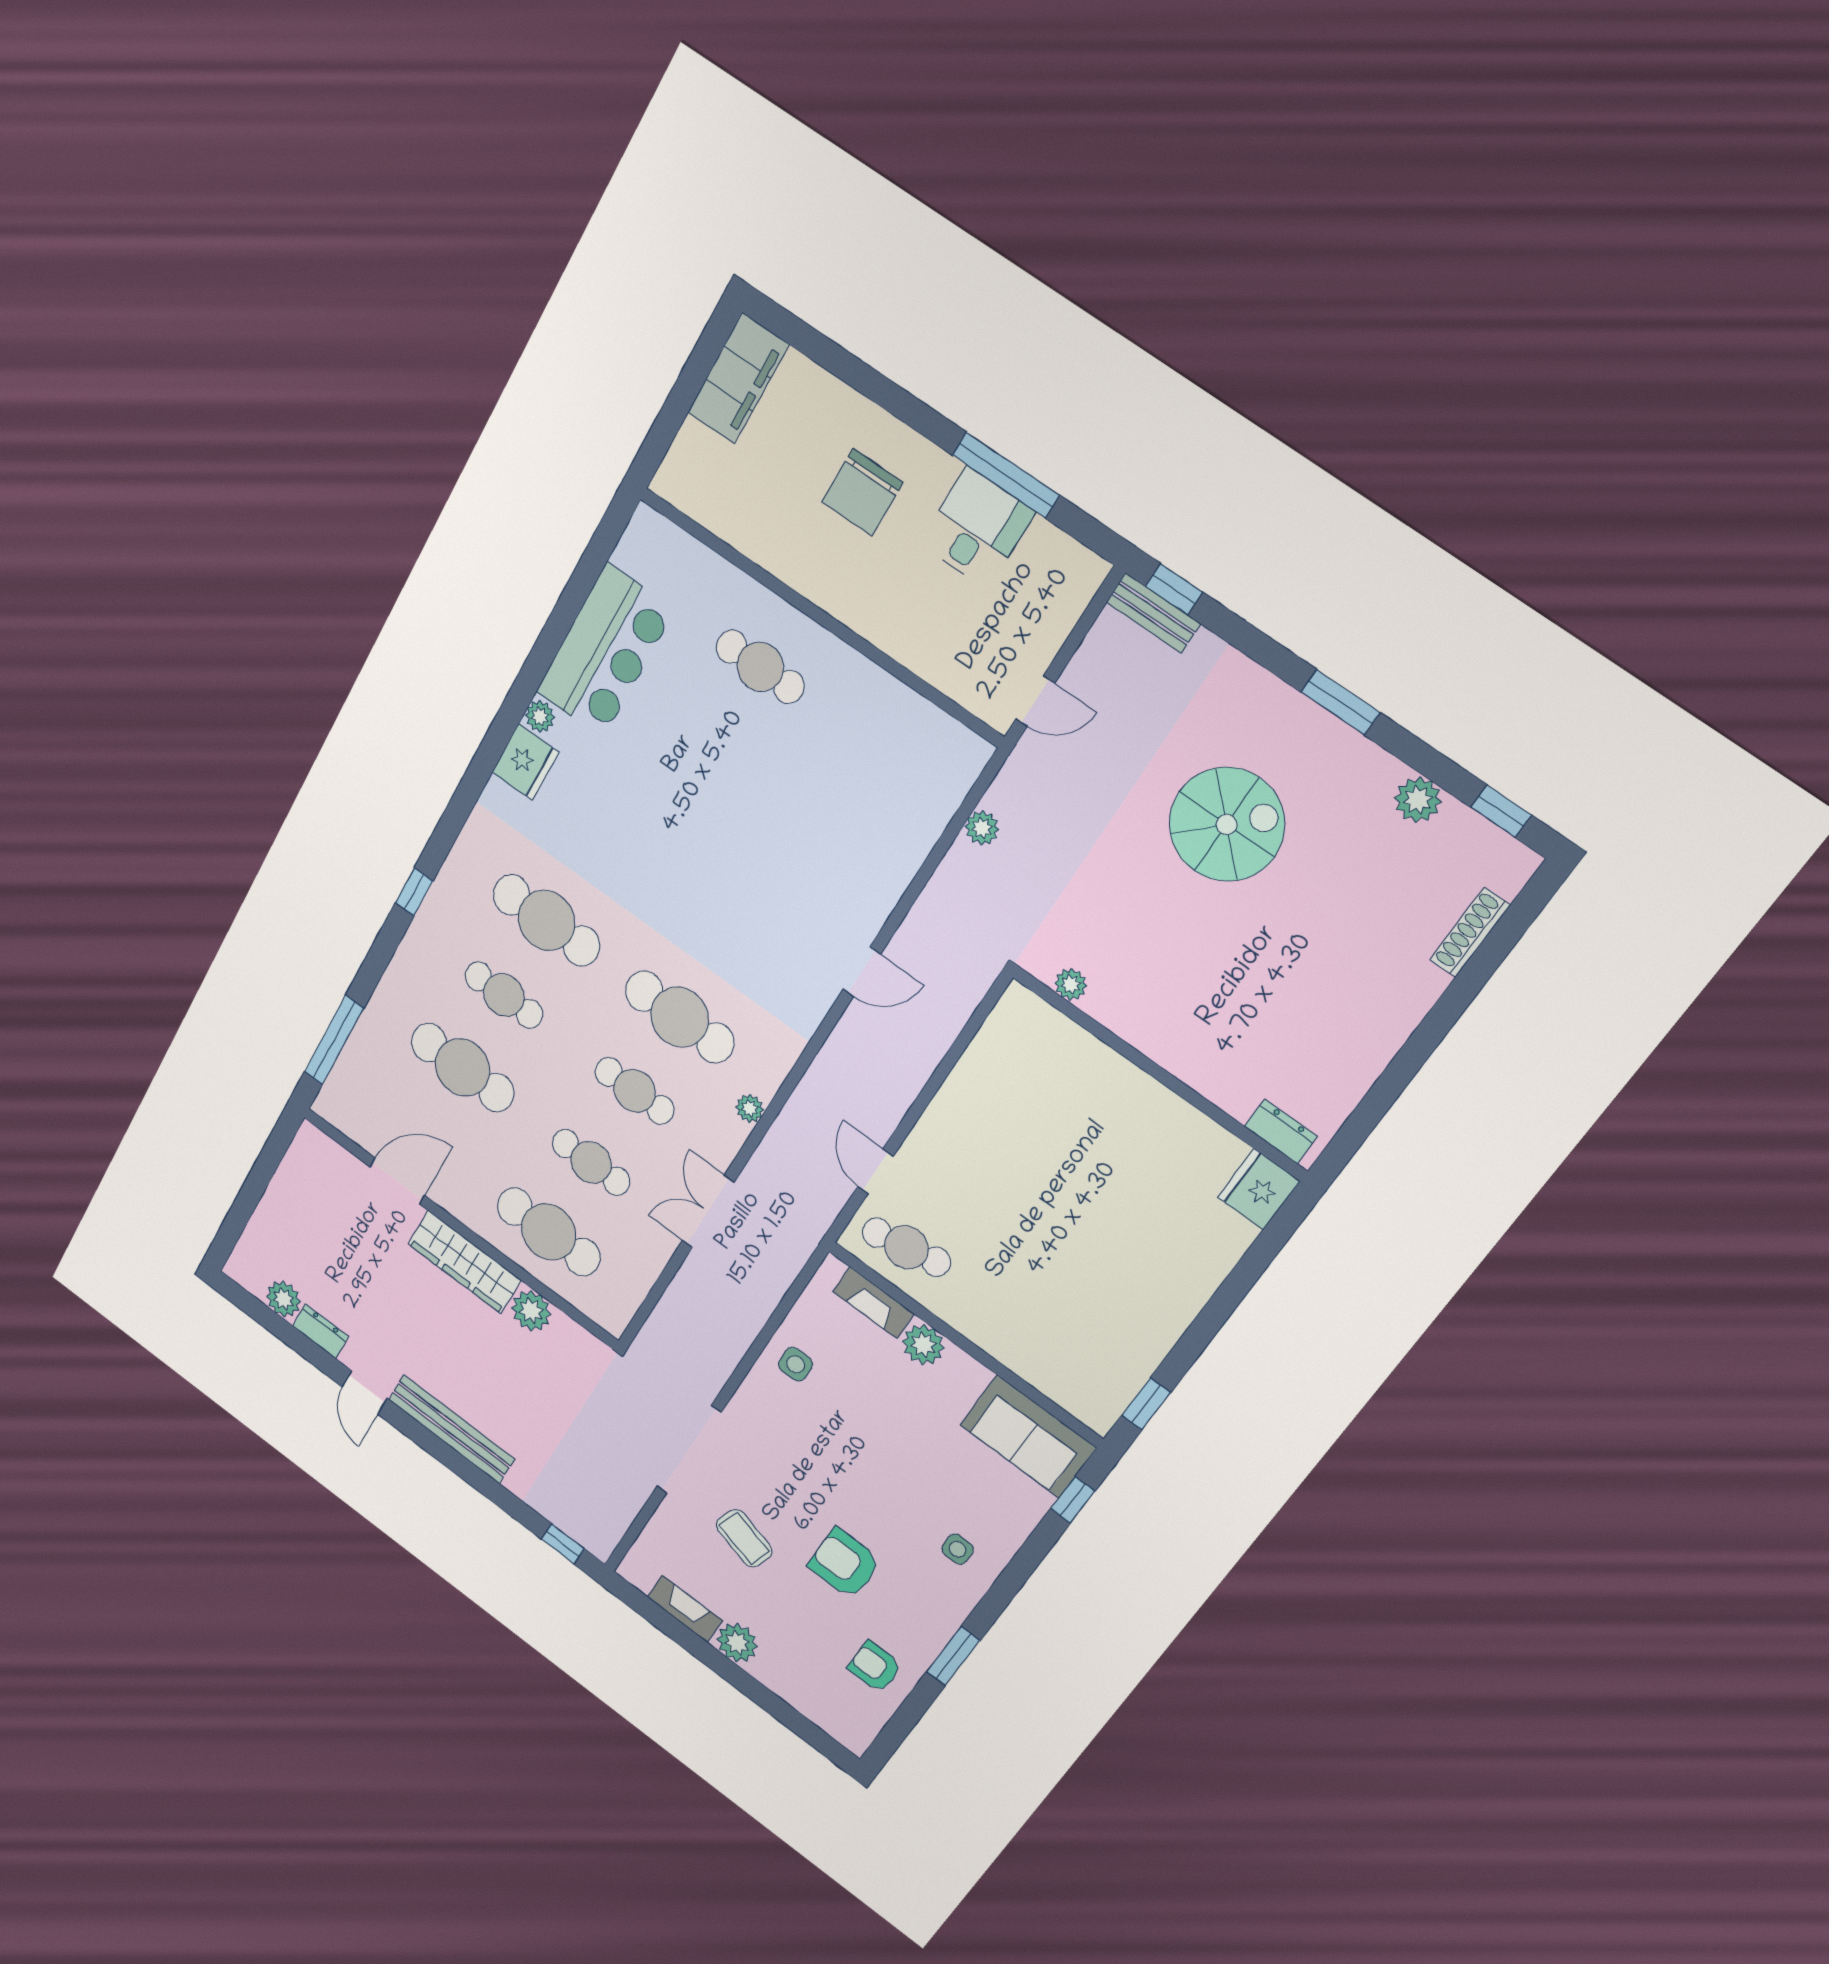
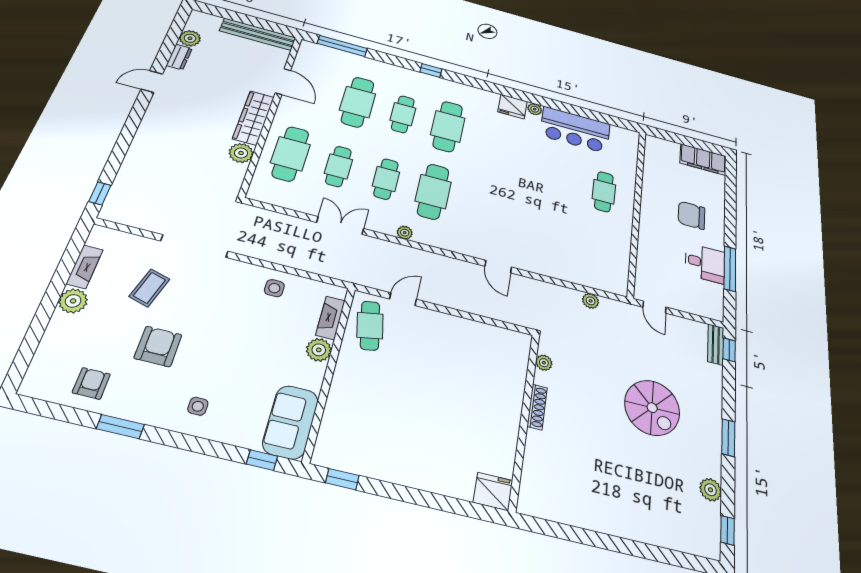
shoe rack: (1470, 932) -> (537, 407), moved, turned 90
dresser: (1281, 1131) -> (528, 491), removed
bench: (451, 1429) -> (258, 34), moved, turned 90

